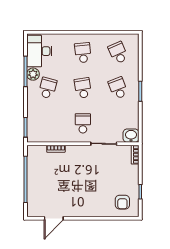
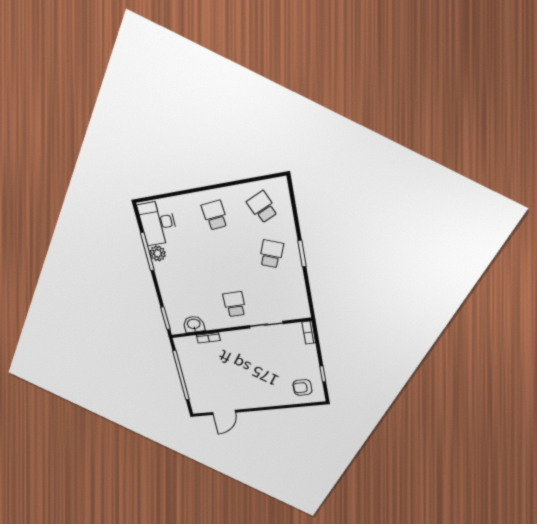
school desk: (48, 88) -> (180, 268), removed
school desk: (83, 88) -> (225, 261), removed
school desk: (118, 88) -> (271, 254), turned 42
washbasin: (131, 136) -> (194, 324), moved
armchair: (122, 202) -> (302, 387), turned 90

